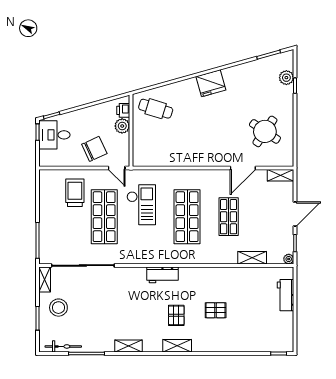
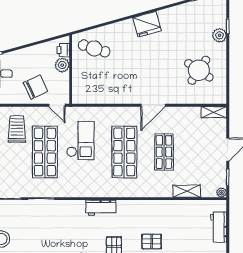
plant: (286, 78) -> (219, 35), moved
door: (243, 168) -> (153, 105), moved

